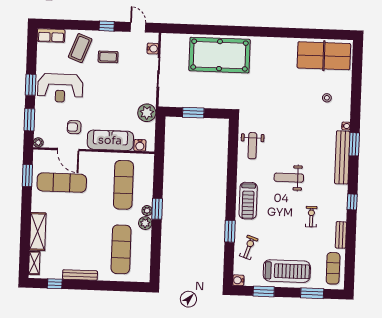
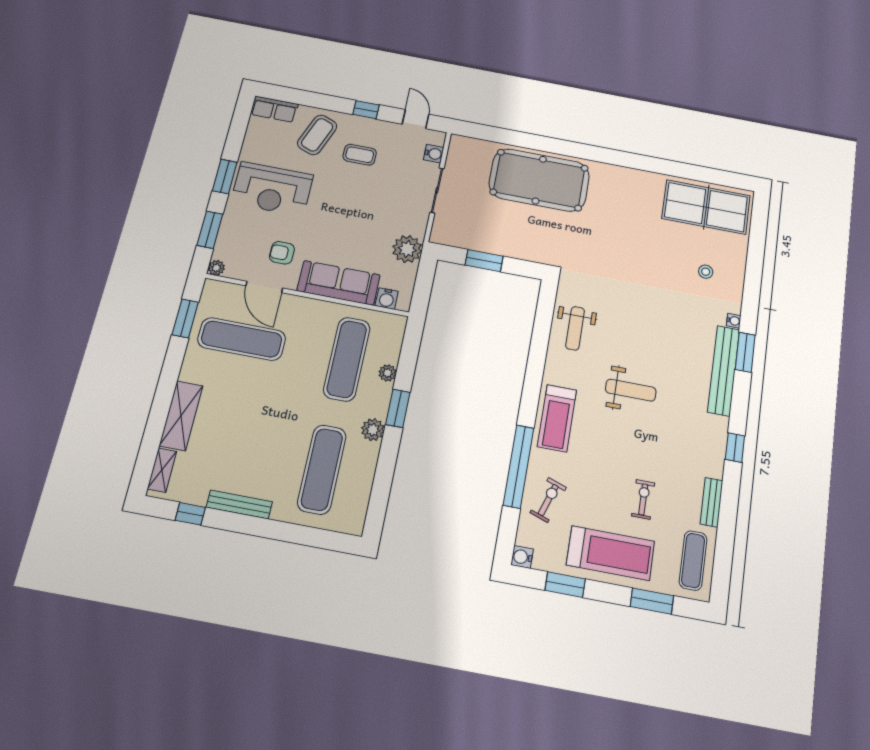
weight bench: (289, 178) -> (631, 390), turned 180
plant: (147, 211) -> (387, 373), moved
exercise bike: (311, 217) -> (643, 499), moved
window: (230, 231) -> (518, 466), width x2.11

